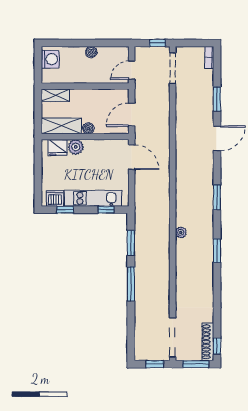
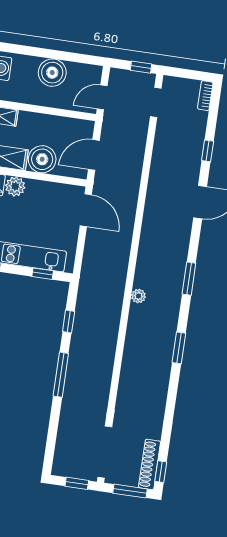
boiler: (91, 52) -> (52, 73), width x1.86, depth x1.86
doorway: (173, 68) -> (156, 103), width x0.73
window: (217, 99) -> (208, 151), width x0.67
boiler: (88, 128) -> (42, 159), width x1.86, depth x1.86
plant: (181, 232) -> (138, 296), moved
window: (131, 243) -> (69, 321), width x0.67

